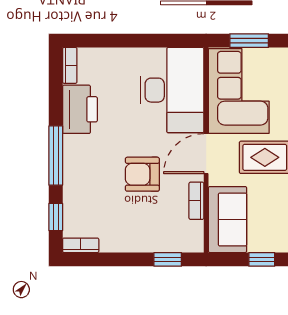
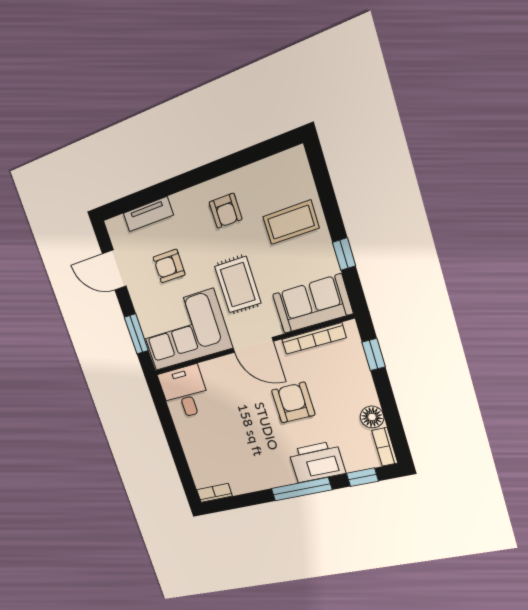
desk: (172, 90) -> (185, 392), width x0.53, depth x0.77
printer: (80, 109) -> (317, 462), moved
armchair: (142, 174) -> (293, 403), turned 180
bookcase: (196, 201) -> (314, 339), width x1.56
floor lamp: (111, 242) -> (372, 417), added

